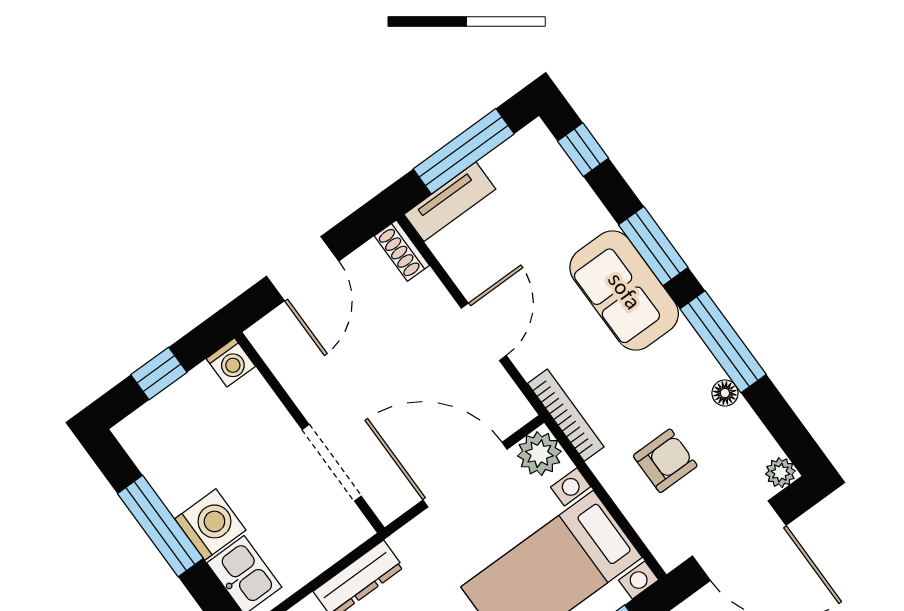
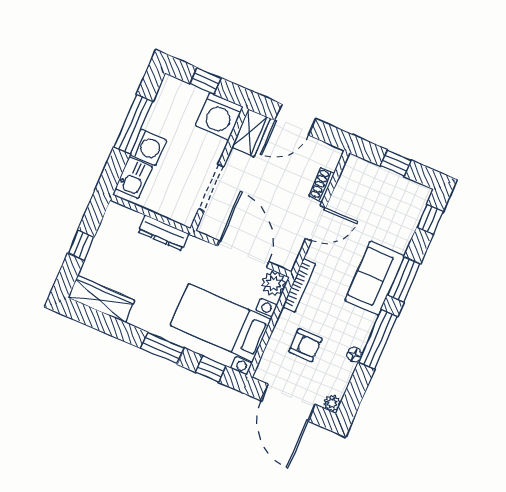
window: (464, 151) -> (396, 163), width x0.46
tv unit: (450, 202) -> (368, 171), removed
shoe rack: (402, 251) -> (321, 185), moved
wardrobe: (283, 350) -> (251, 133), added
washing machine: (231, 362) -> (219, 116), width x1.89, depth x1.89

